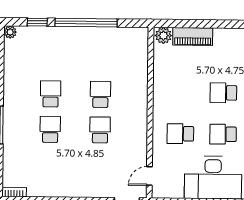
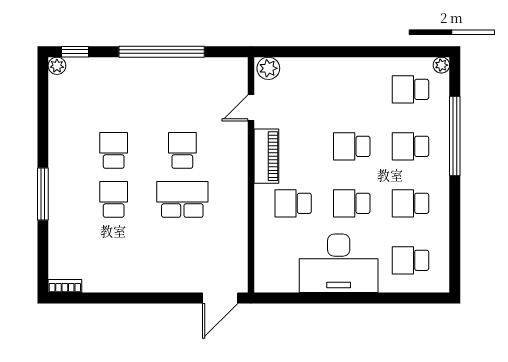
window: (37, 22) -> (75, 52), moved
piano: (193, 36) -> (266, 156), moved, turned -90
school desk: (100, 130) -> (182, 199), width x1.85
door: (149, 176) -> (251, 108), moved

